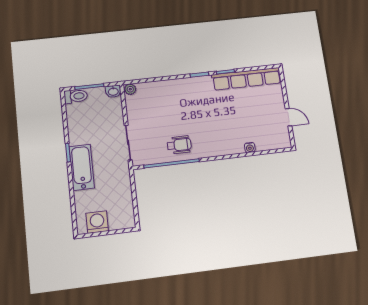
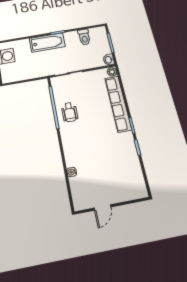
row of seats: (246, 79) -> (118, 104), moved
toilet: (76, 96) -> (84, 37), moved

